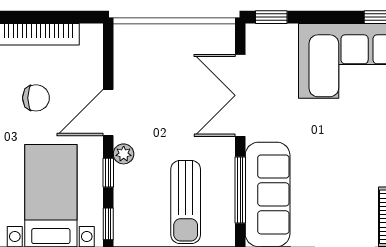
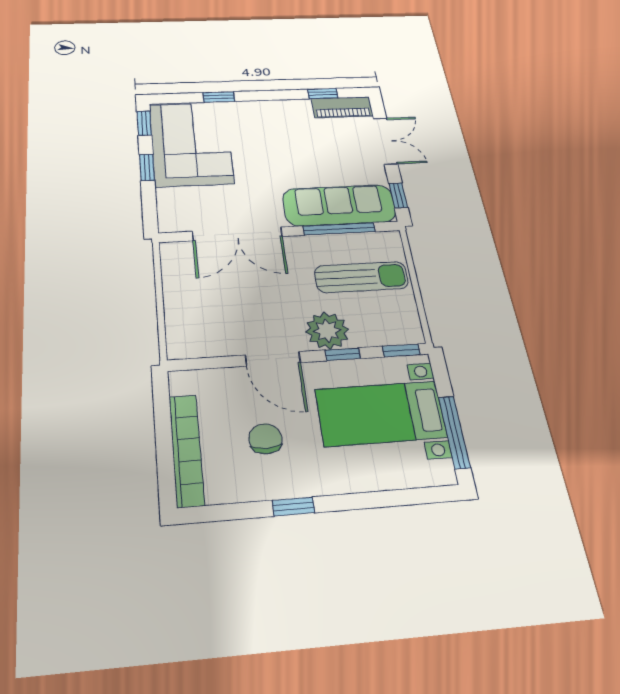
window: (271, 17) -> (147, 167), moved
plant: (124, 154) -> (327, 331), width x1.88, depth x1.88

